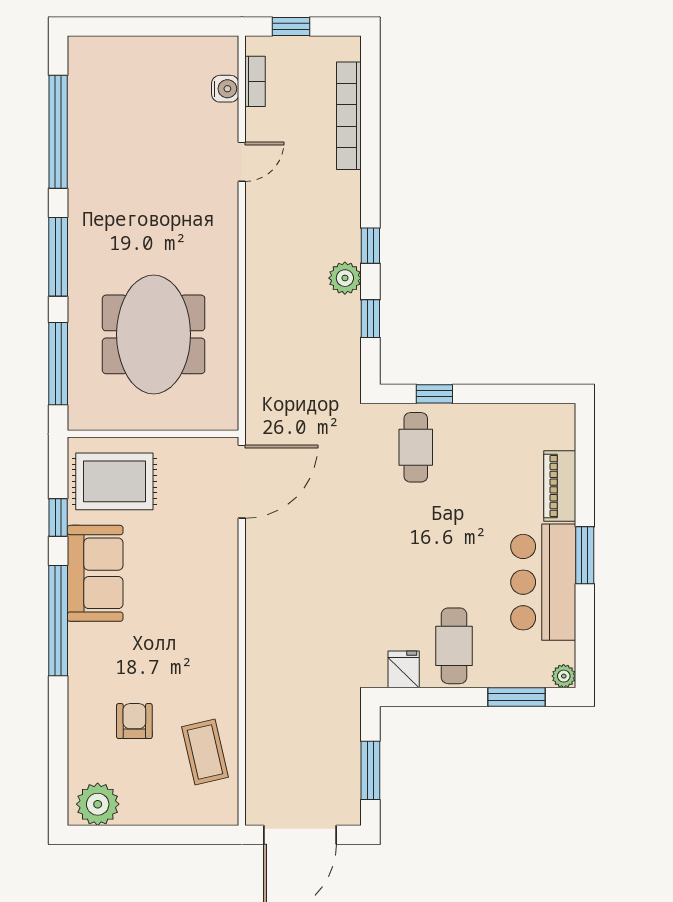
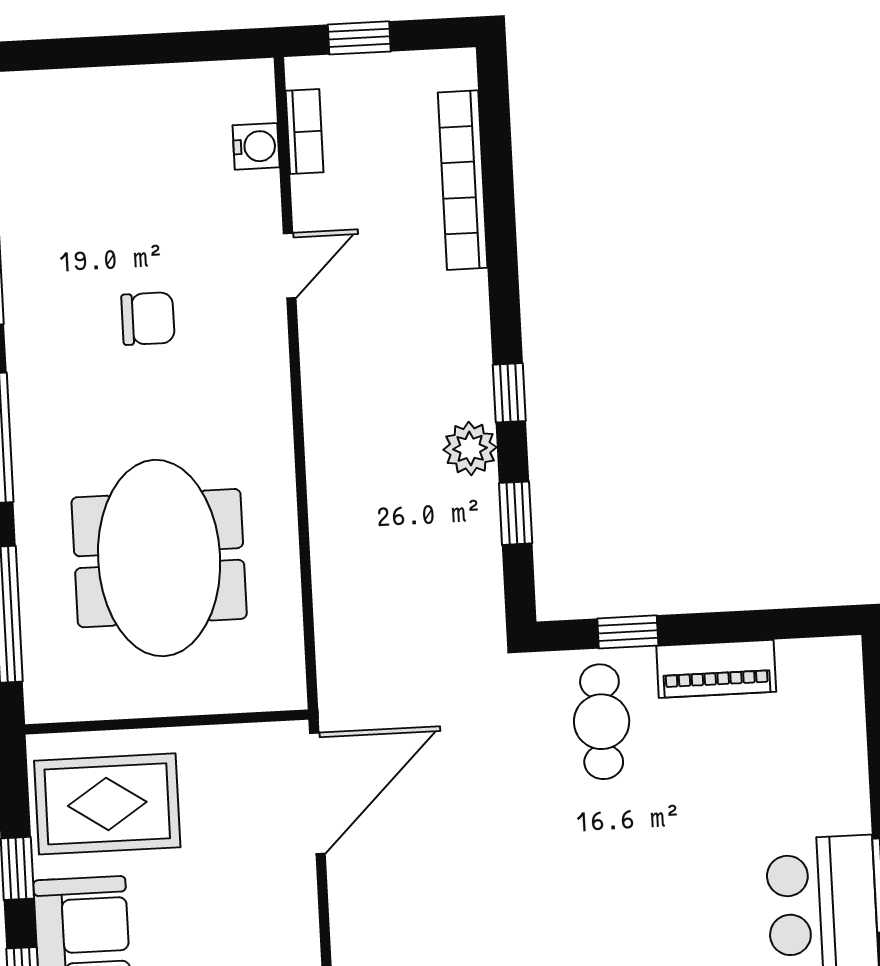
chair: (154, 189) -> (148, 319), added
piano: (560, 486) -> (716, 669), moved, turned -90

